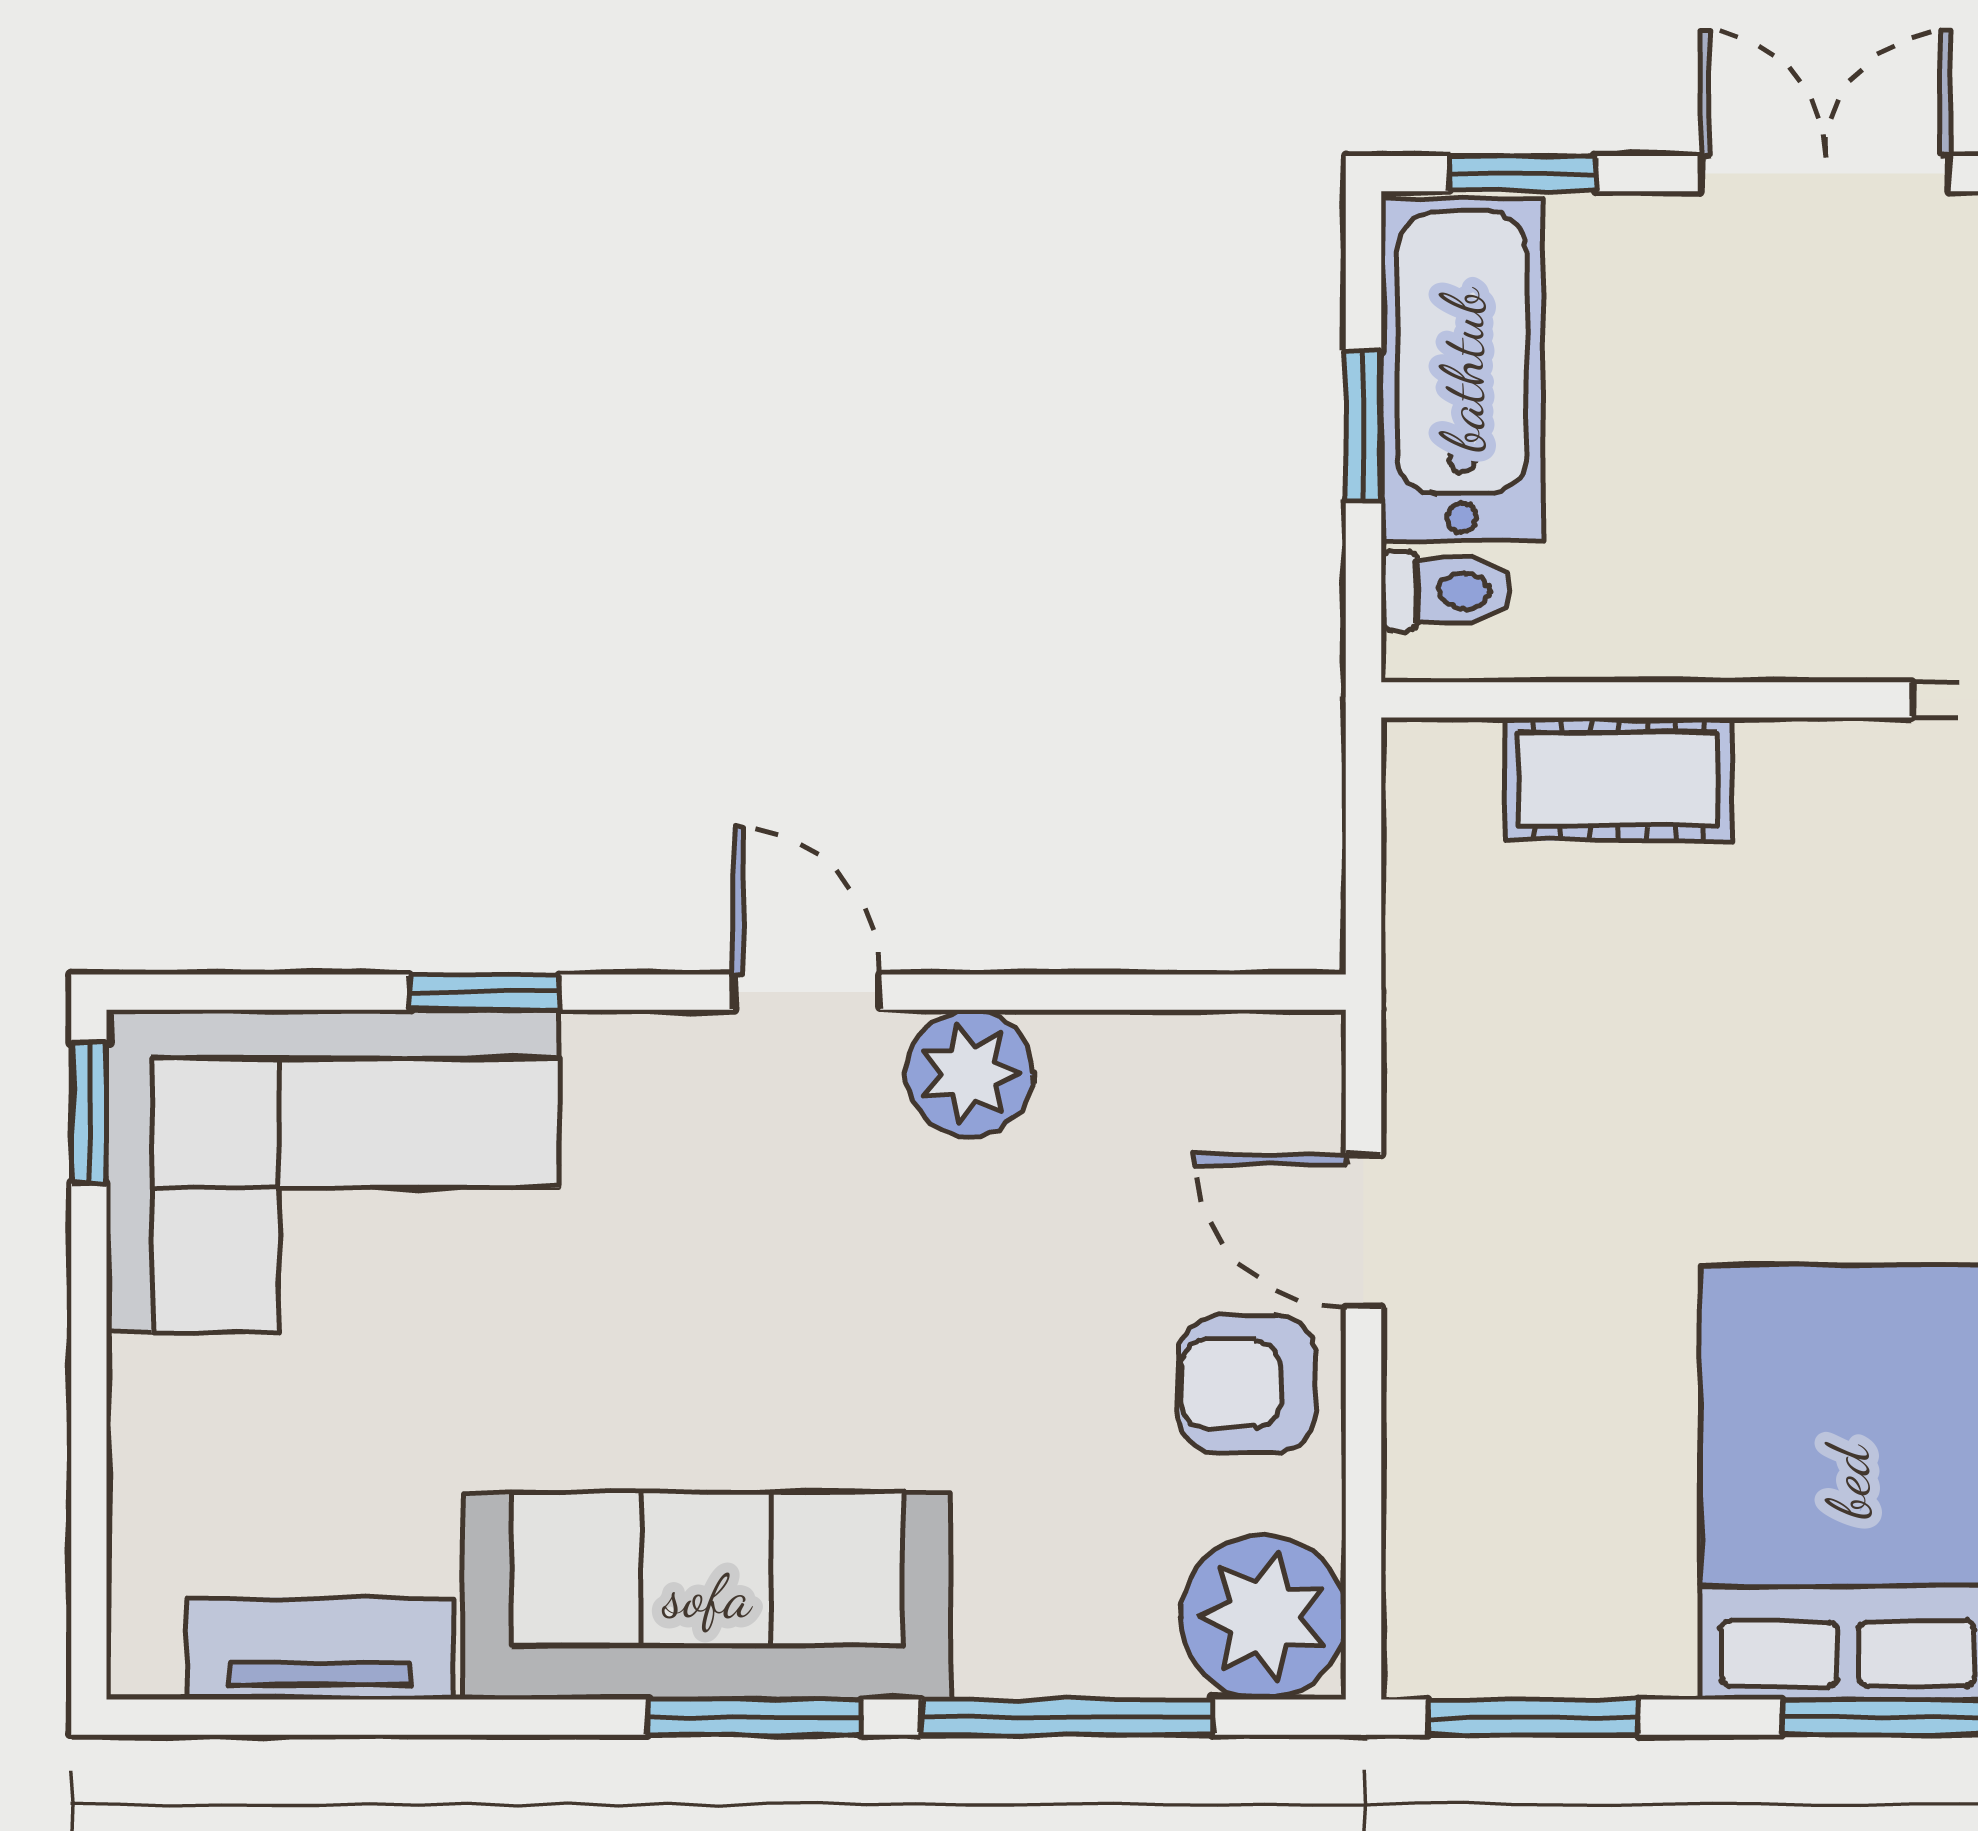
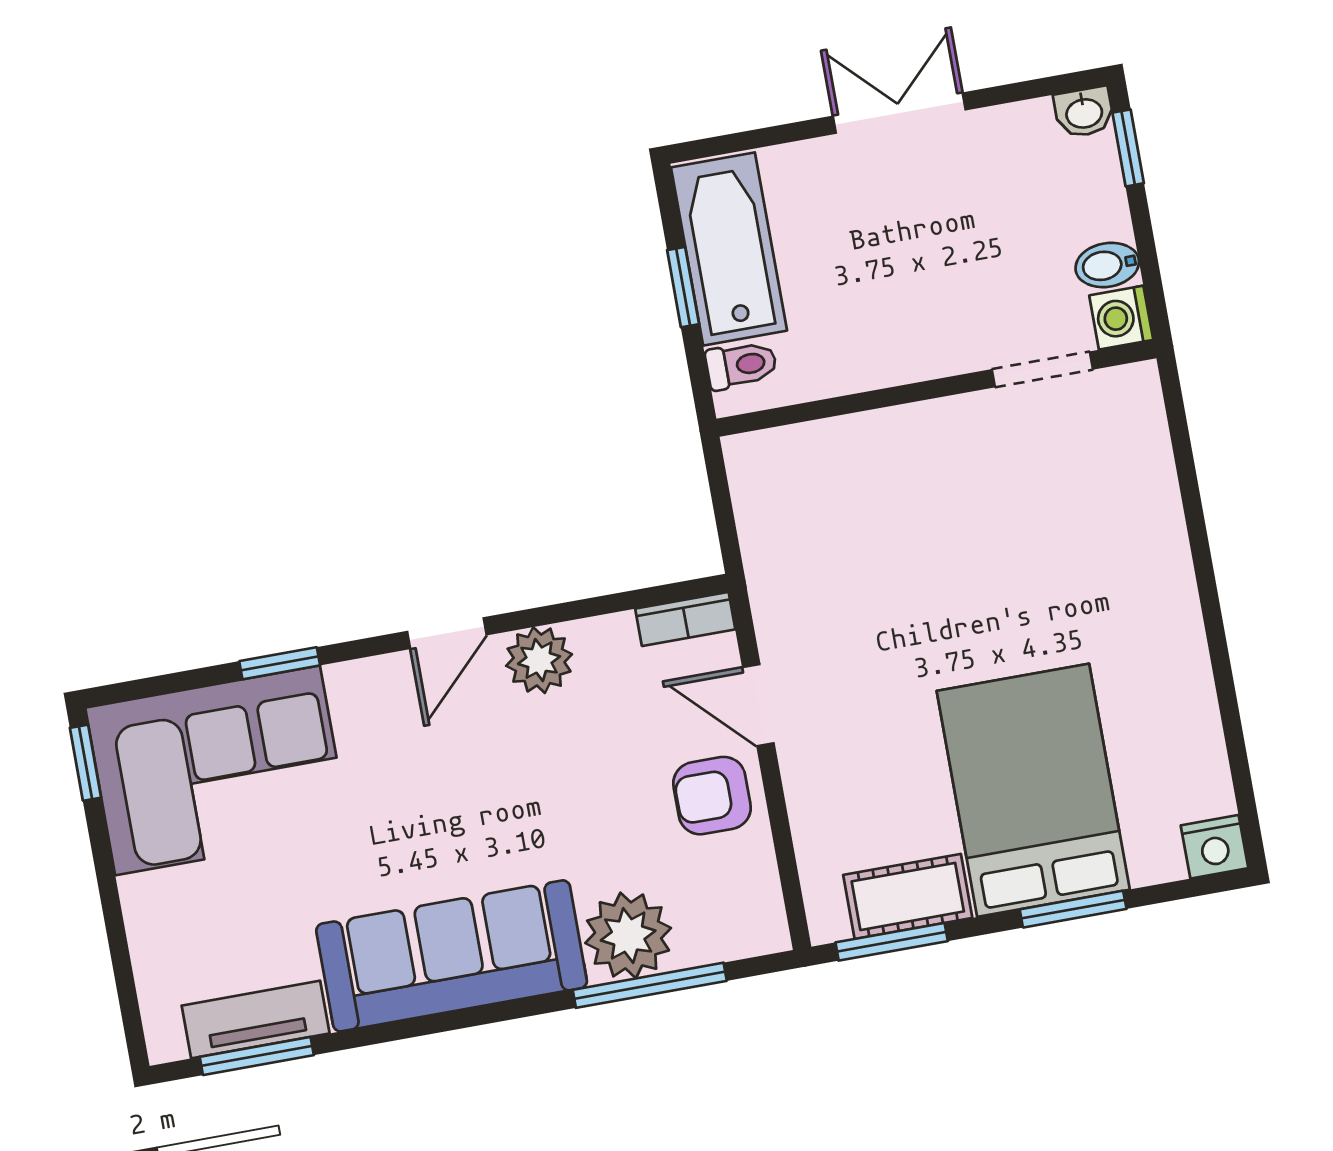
window: (1522, 174) -> (742, 141), removed
cot: (1618, 779) -> (908, 896), moved
door: (807, 992) -> (447, 633), swing flipped
bookcase: (1256, 1046) -> (685, 619), added
plant: (1263, 1617) -> (628, 935), moved
window: (754, 1717) -> (257, 1056), moved

